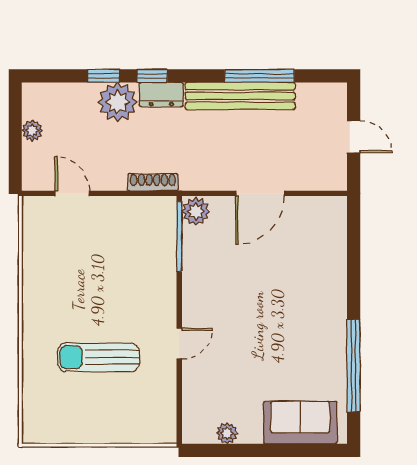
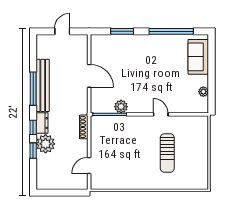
window: (260, 76) -> (33, 89), moved
plant: (32, 131) -> (59, 185), removed
plant: (196, 211) -> (121, 107), moved
window: (354, 262) -> (122, 31), added

